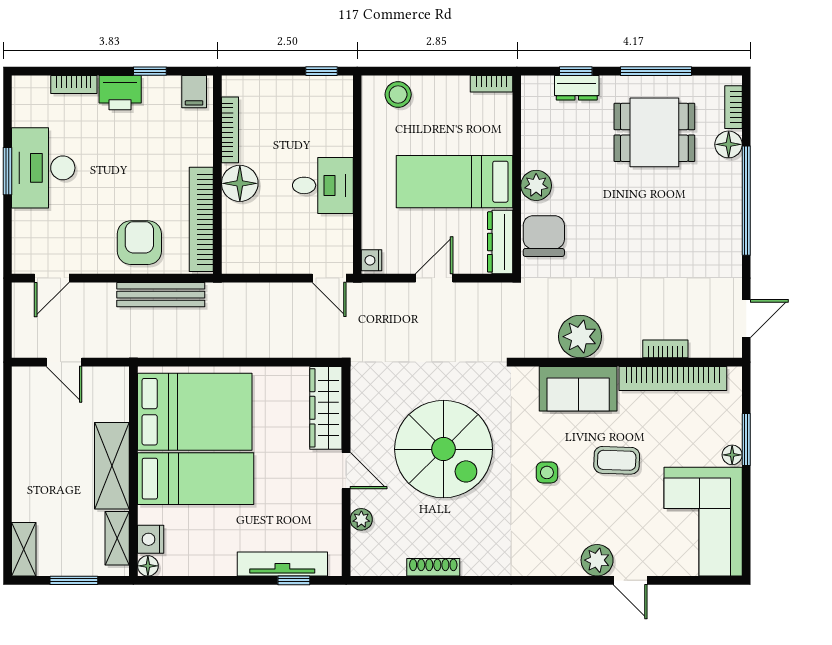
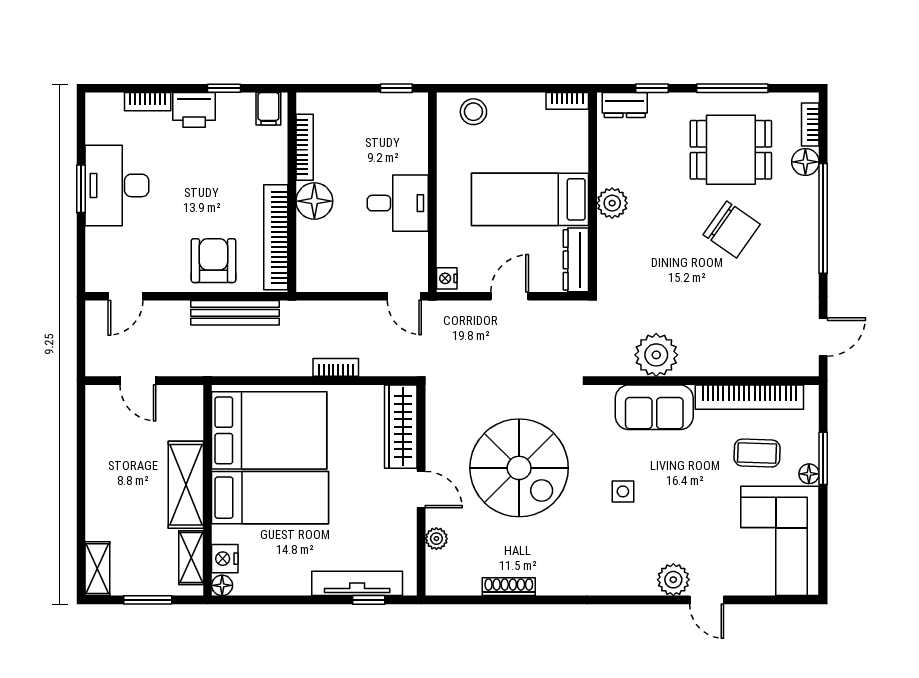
dresser: (577, 88) -> (625, 105), moved
chair: (544, 236) -> (732, 229), moved, turned 125
bookcase: (665, 349) -> (336, 367), moved
coffee table: (617, 460) -> (757, 453), moved

